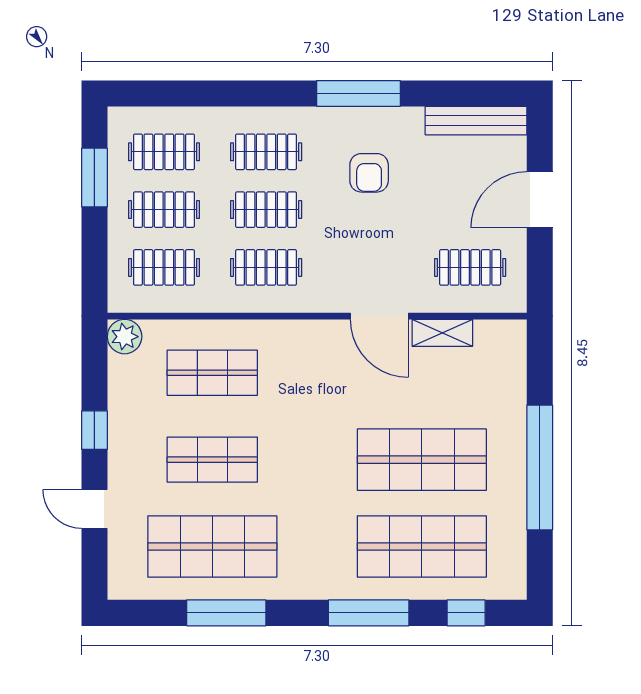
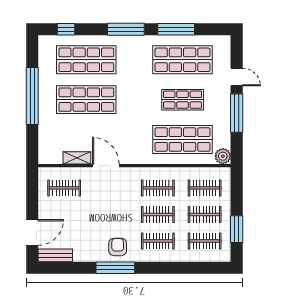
bench: (476, 121) -> (55, 255), width x0.73
armchair: (369, 173) -> (118, 247), moved
door: (540, 200) -> (32, 232), moved
shop shelf: (212, 373) -> (183, 140), width x1.43, depth x1.36
window: (94, 430) -> (237, 113), width x2.17
window: (369, 613) -> (126, 29), moved

